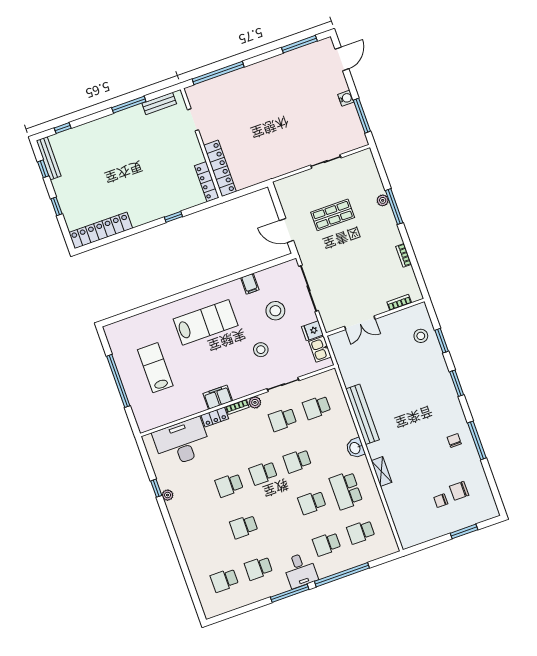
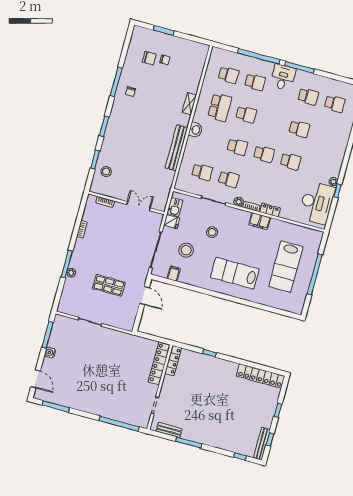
door: (342, 59) -> (36, 379), swing flipped
filing cabinet: (250, 284) -> (174, 274), moved
lab bench: (155, 368) -> (286, 267), width x1.36, depth x1.39
desk: (182, 442) -> (317, 203), moved, turned -90

